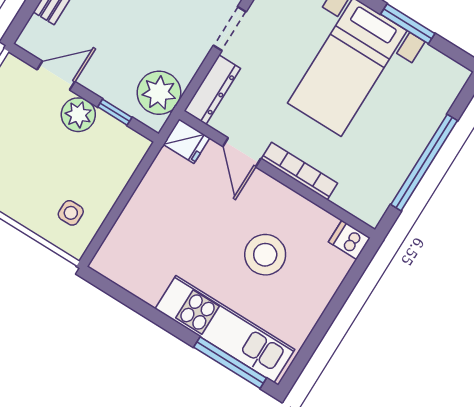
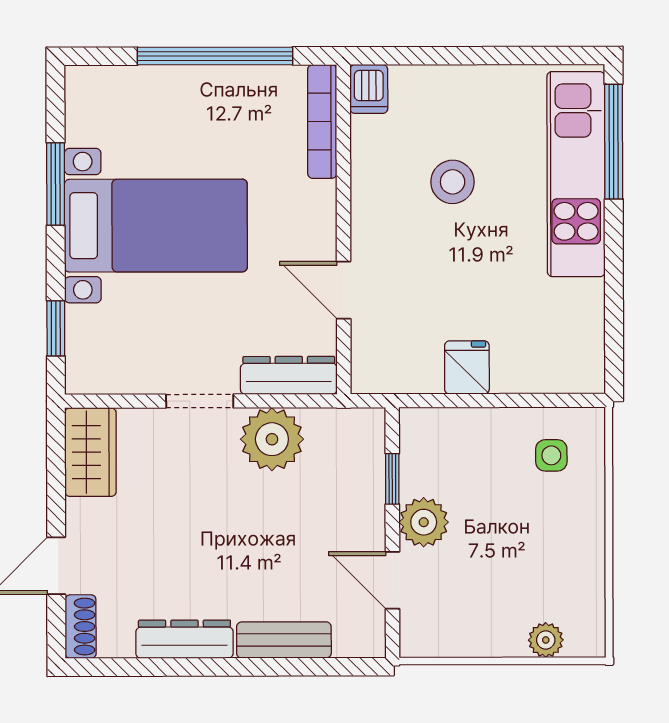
plant: (159, 93) -> (272, 439), moved
fridge: (186, 141) -> (467, 367), moved
door: (242, 152) -> (344, 290), swing flipped
bookcase: (299, 171) -> (322, 121), moved
stool: (265, 255) -> (453, 182), width x0.73, depth x0.73

